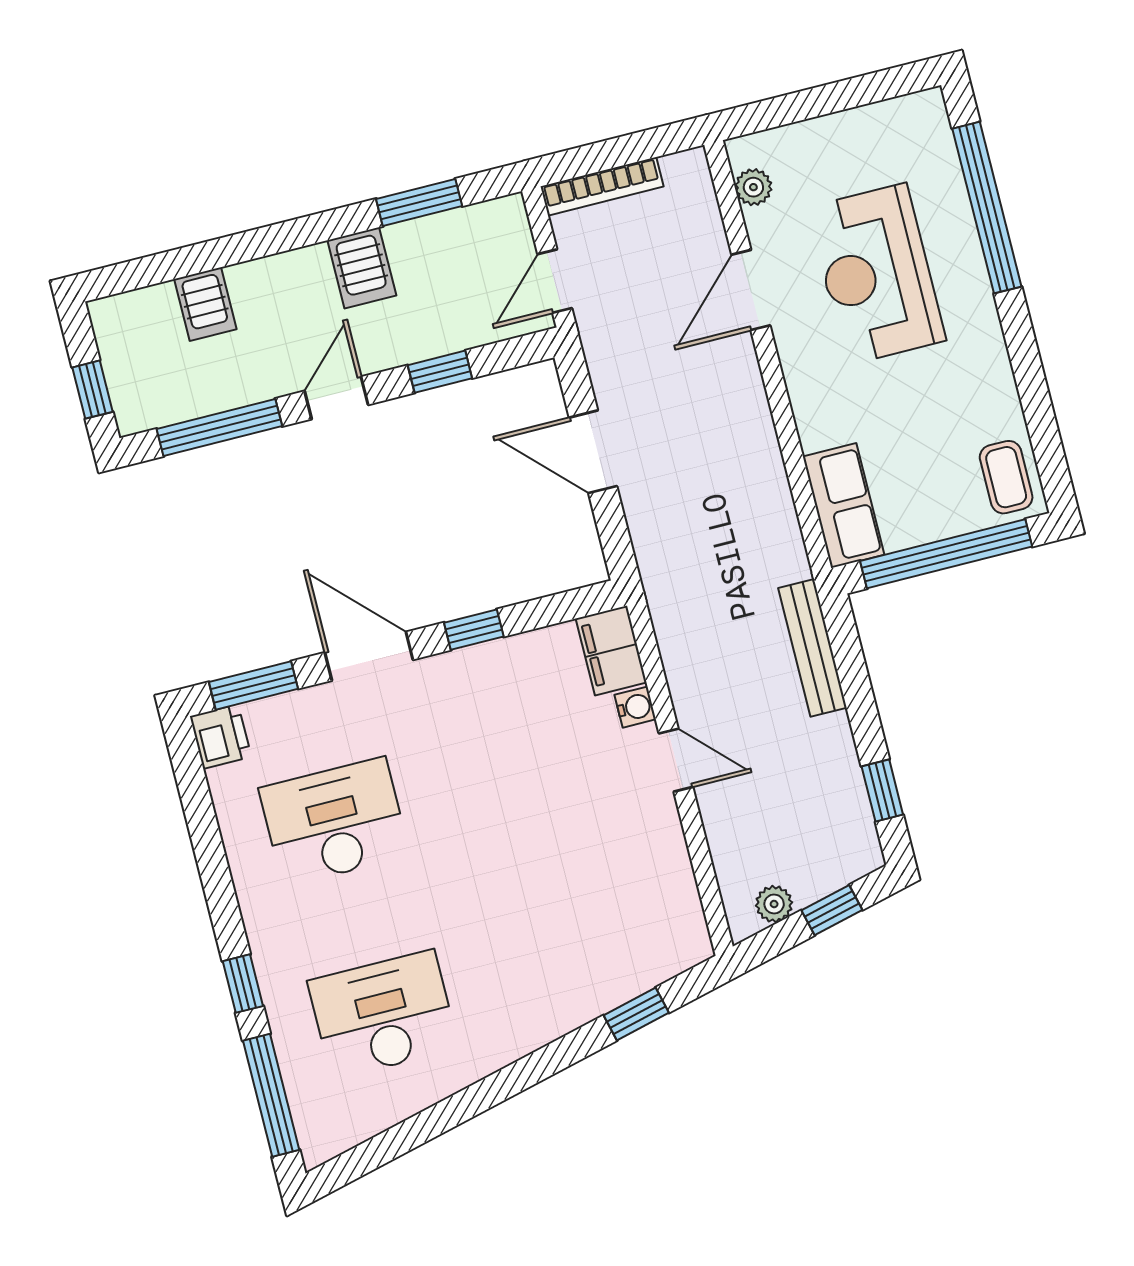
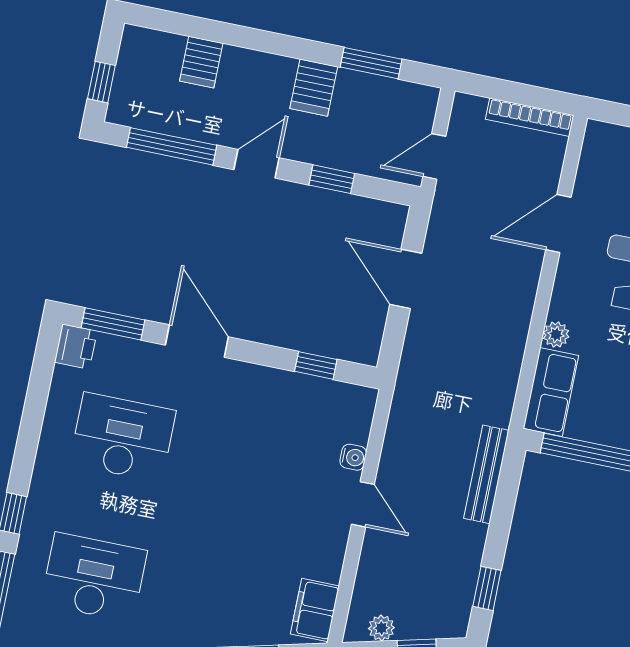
bookcase: (602, 186) -> (530, 117), moved
plant: (753, 187) -> (556, 335), moved
window: (474, 630) -> (316, 365), moved
filing cabinet: (611, 651) -> (315, 610), moved

